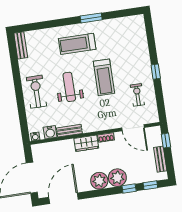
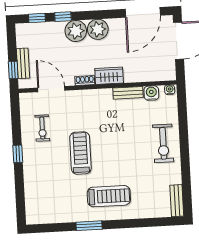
weight bench: (69, 87) -> (123, 145), removed
bench: (160, 159) -> (23, 63), moved

